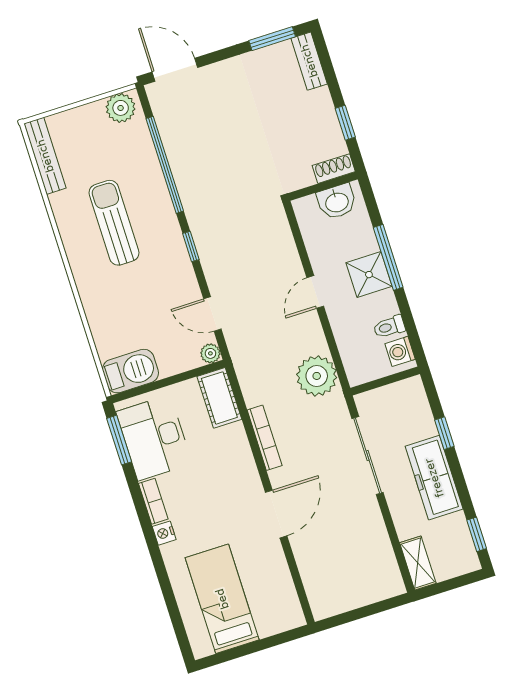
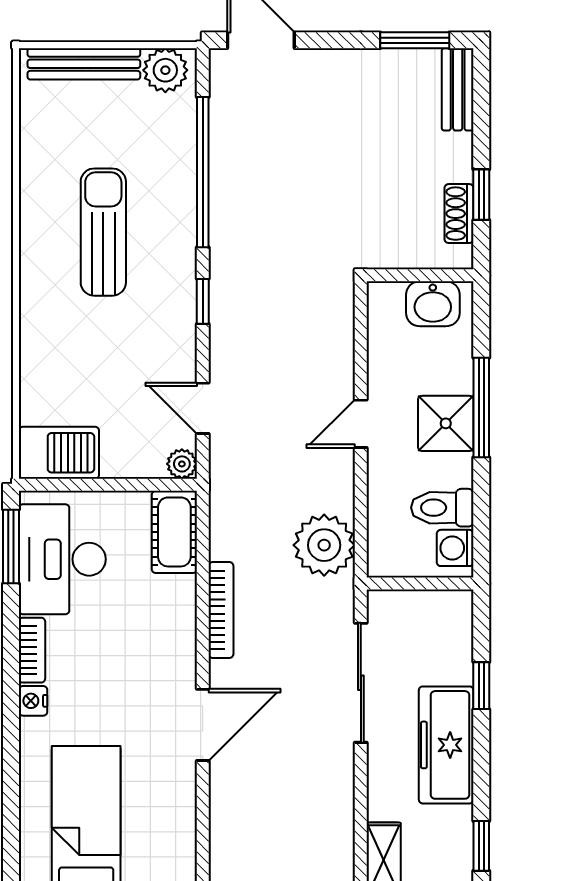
bench: (45, 156) -> (84, 64), moved, turned 90
shoe rack: (334, 169) -> (459, 214), moved, turned -90
toilet: (389, 327) -> (442, 508), width x1.37, depth x1.39

